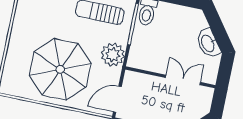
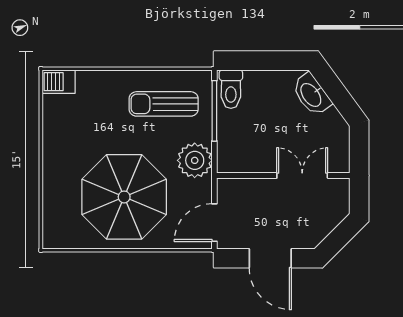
washbasin: (208, 43) -> (311, 94), moved

